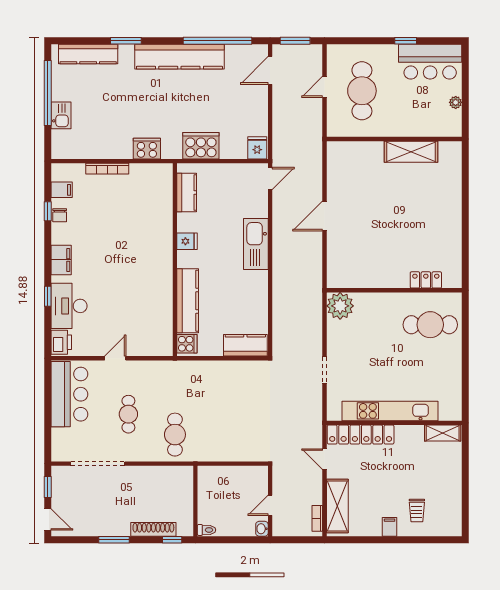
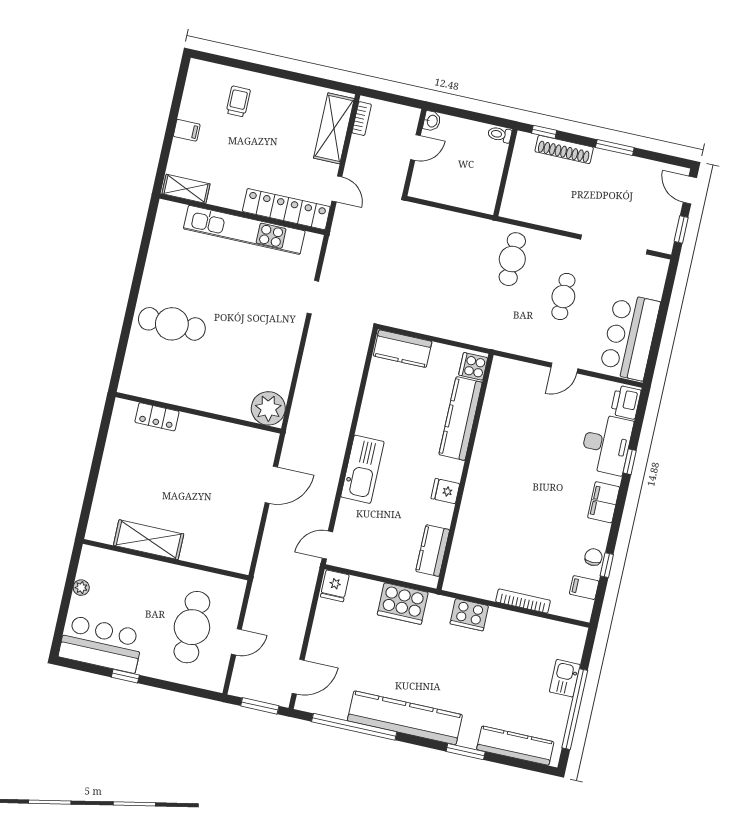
locker: (426, 280) -> (157, 417), moved
wall: (394, 290) -> (198, 413), moved
plant: (340, 306) -> (268, 408), moved
filing cabinet: (390, 527) -> (187, 130), moved, turned -90

